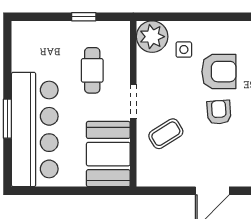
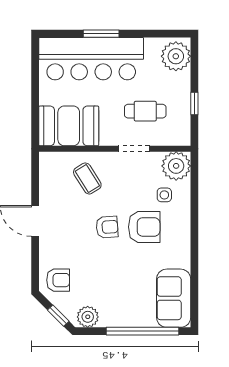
plant: (32, 37) -> (176, 56), added
armchair: (219, 72) -> (144, 227), turned -90
doorway: (133, 102) -> (134, 149), moved

